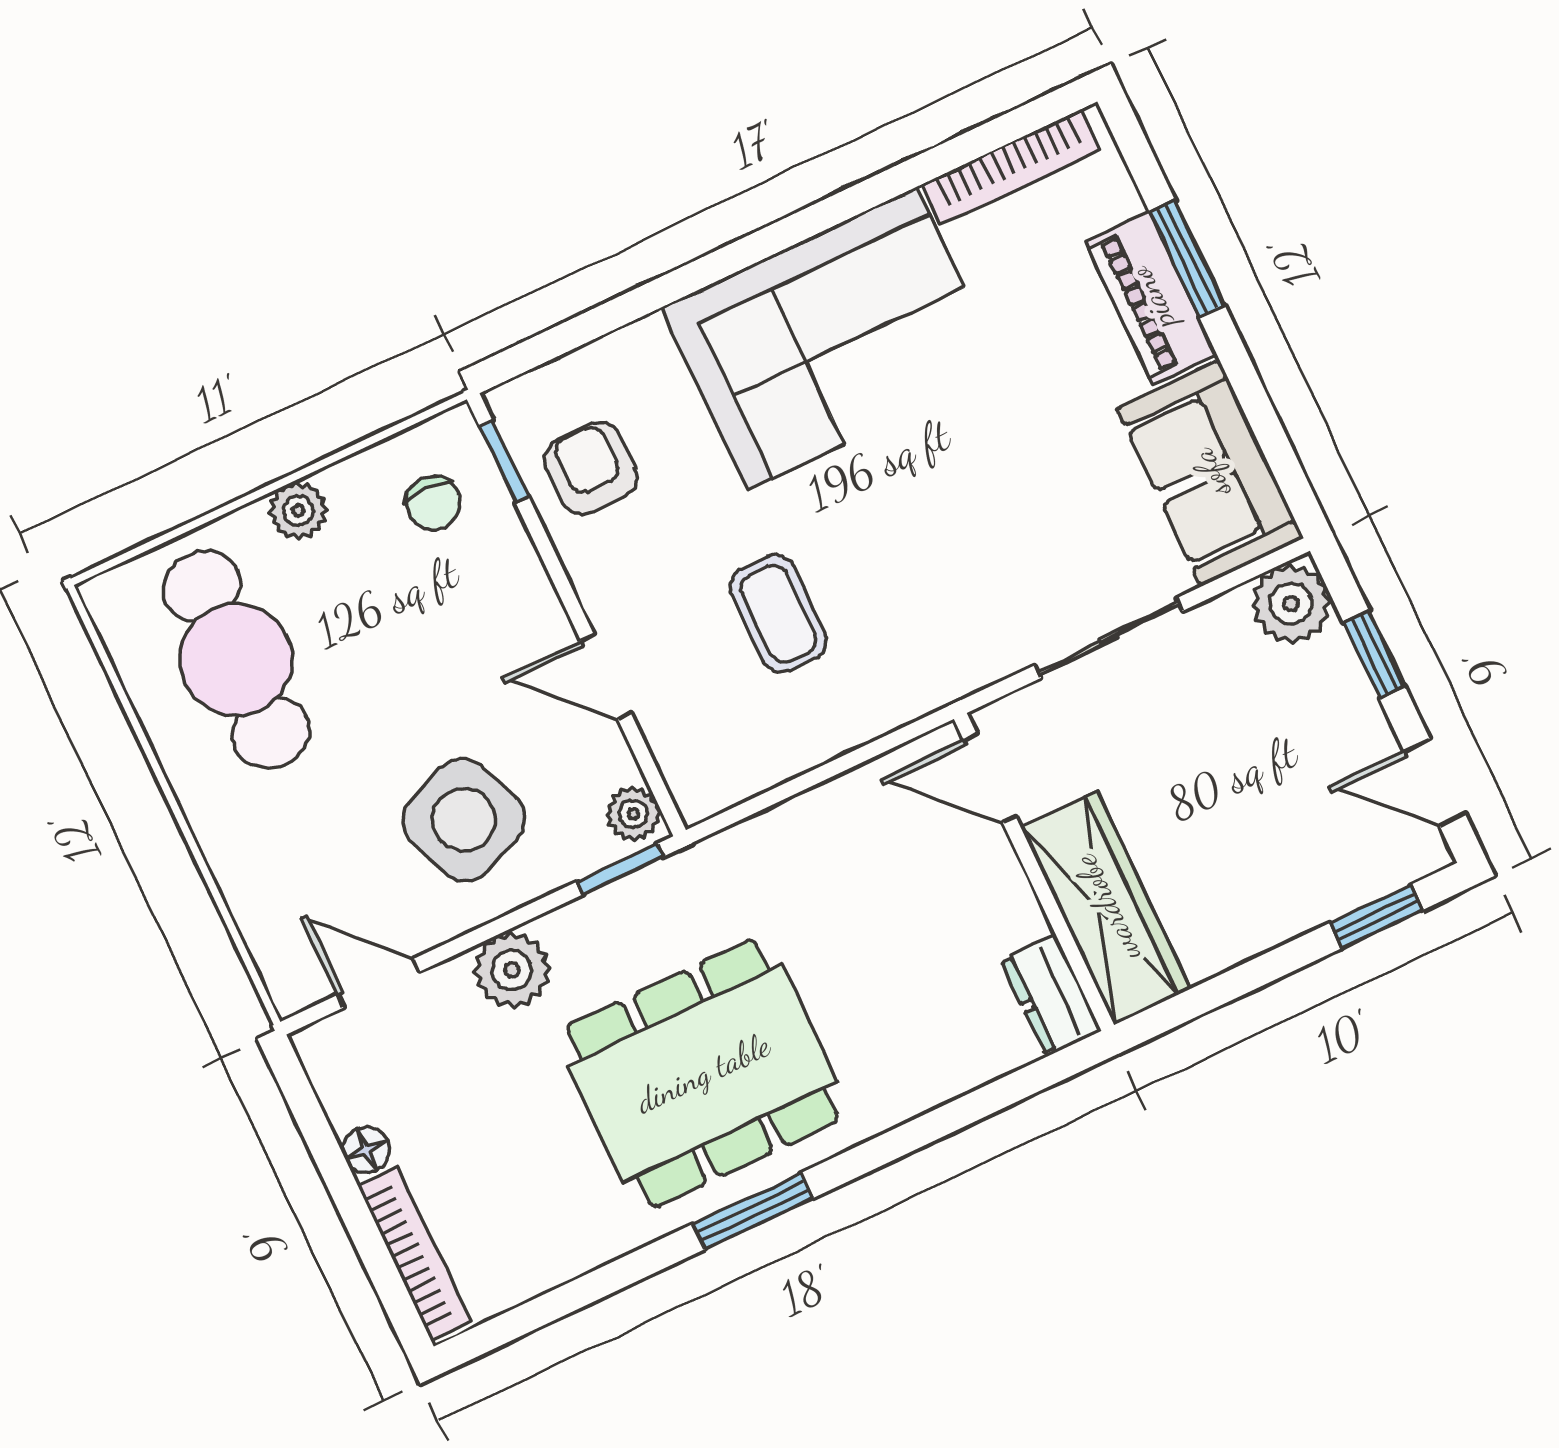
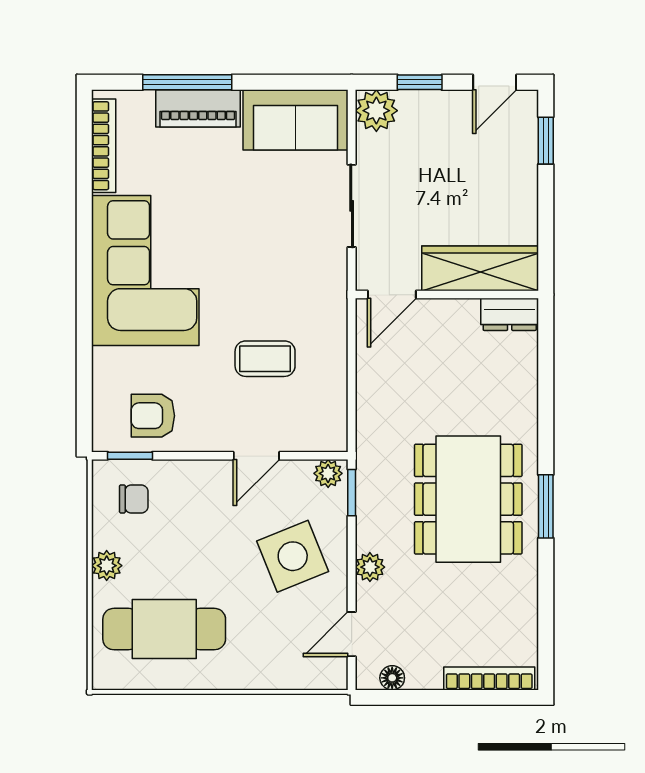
window: (1187, 258) -> (187, 82), width x1.44
plant: (512, 970) -> (370, 567), width x0.73, depth x0.73
floor lamp: (366, 1150) -> (392, 678), moved

